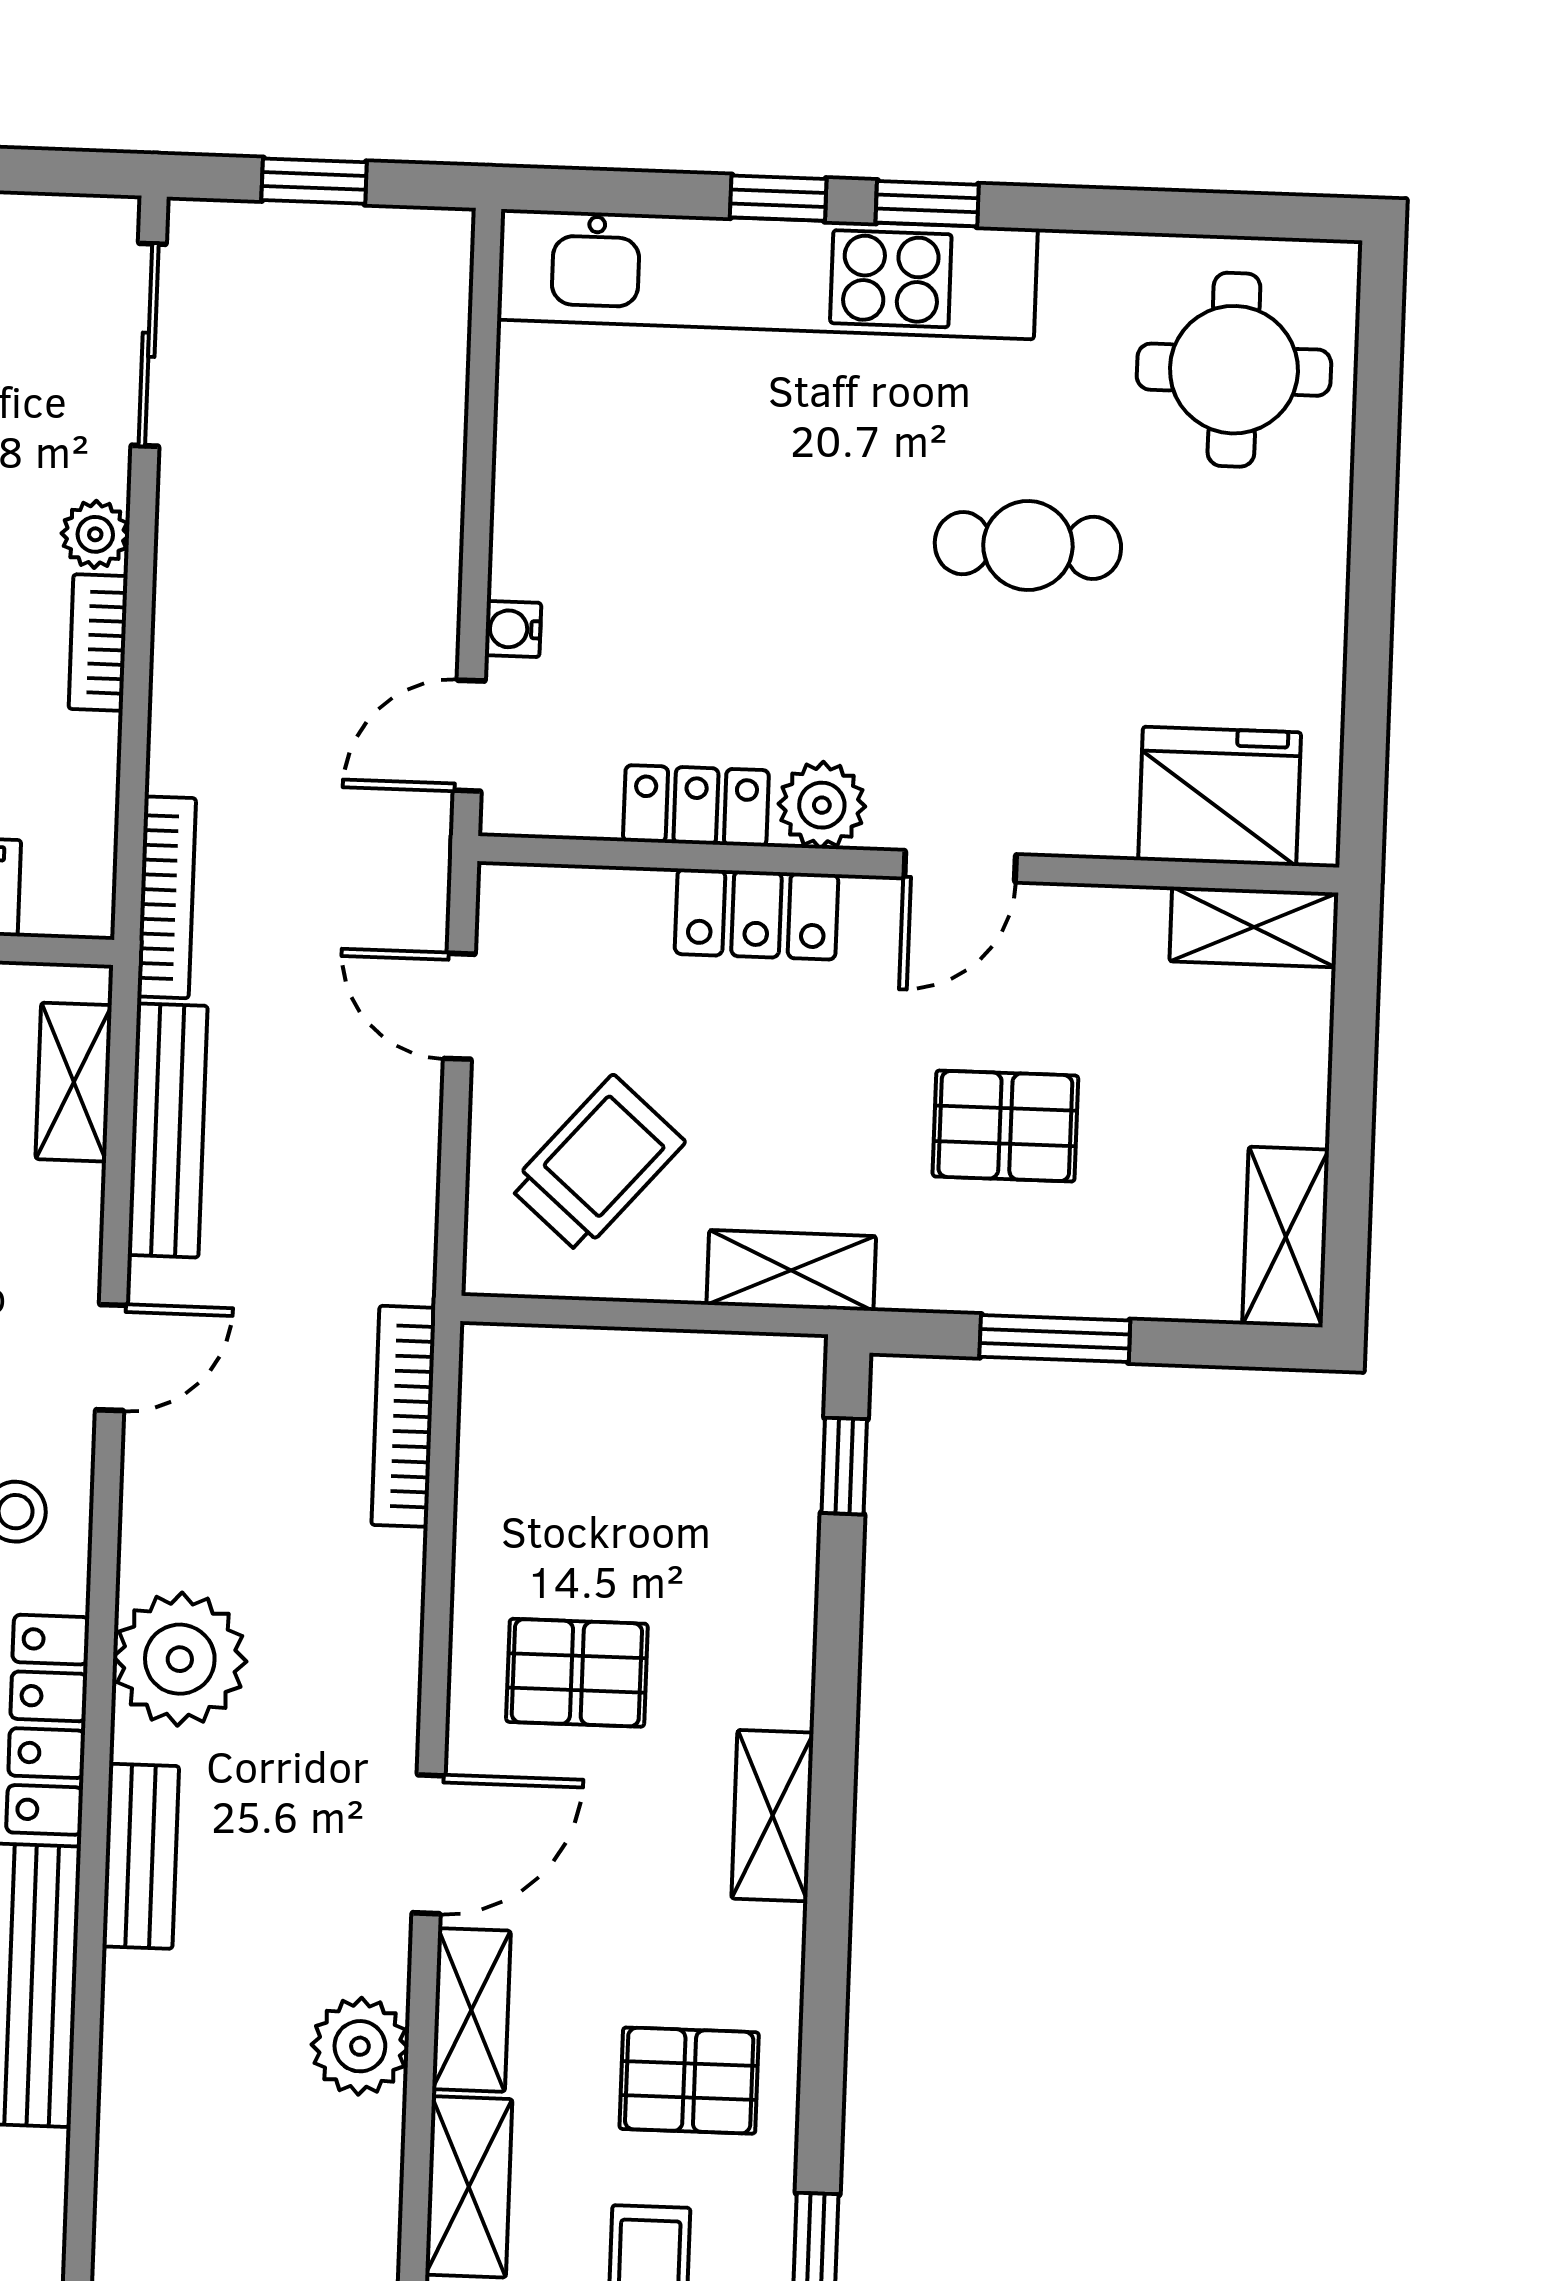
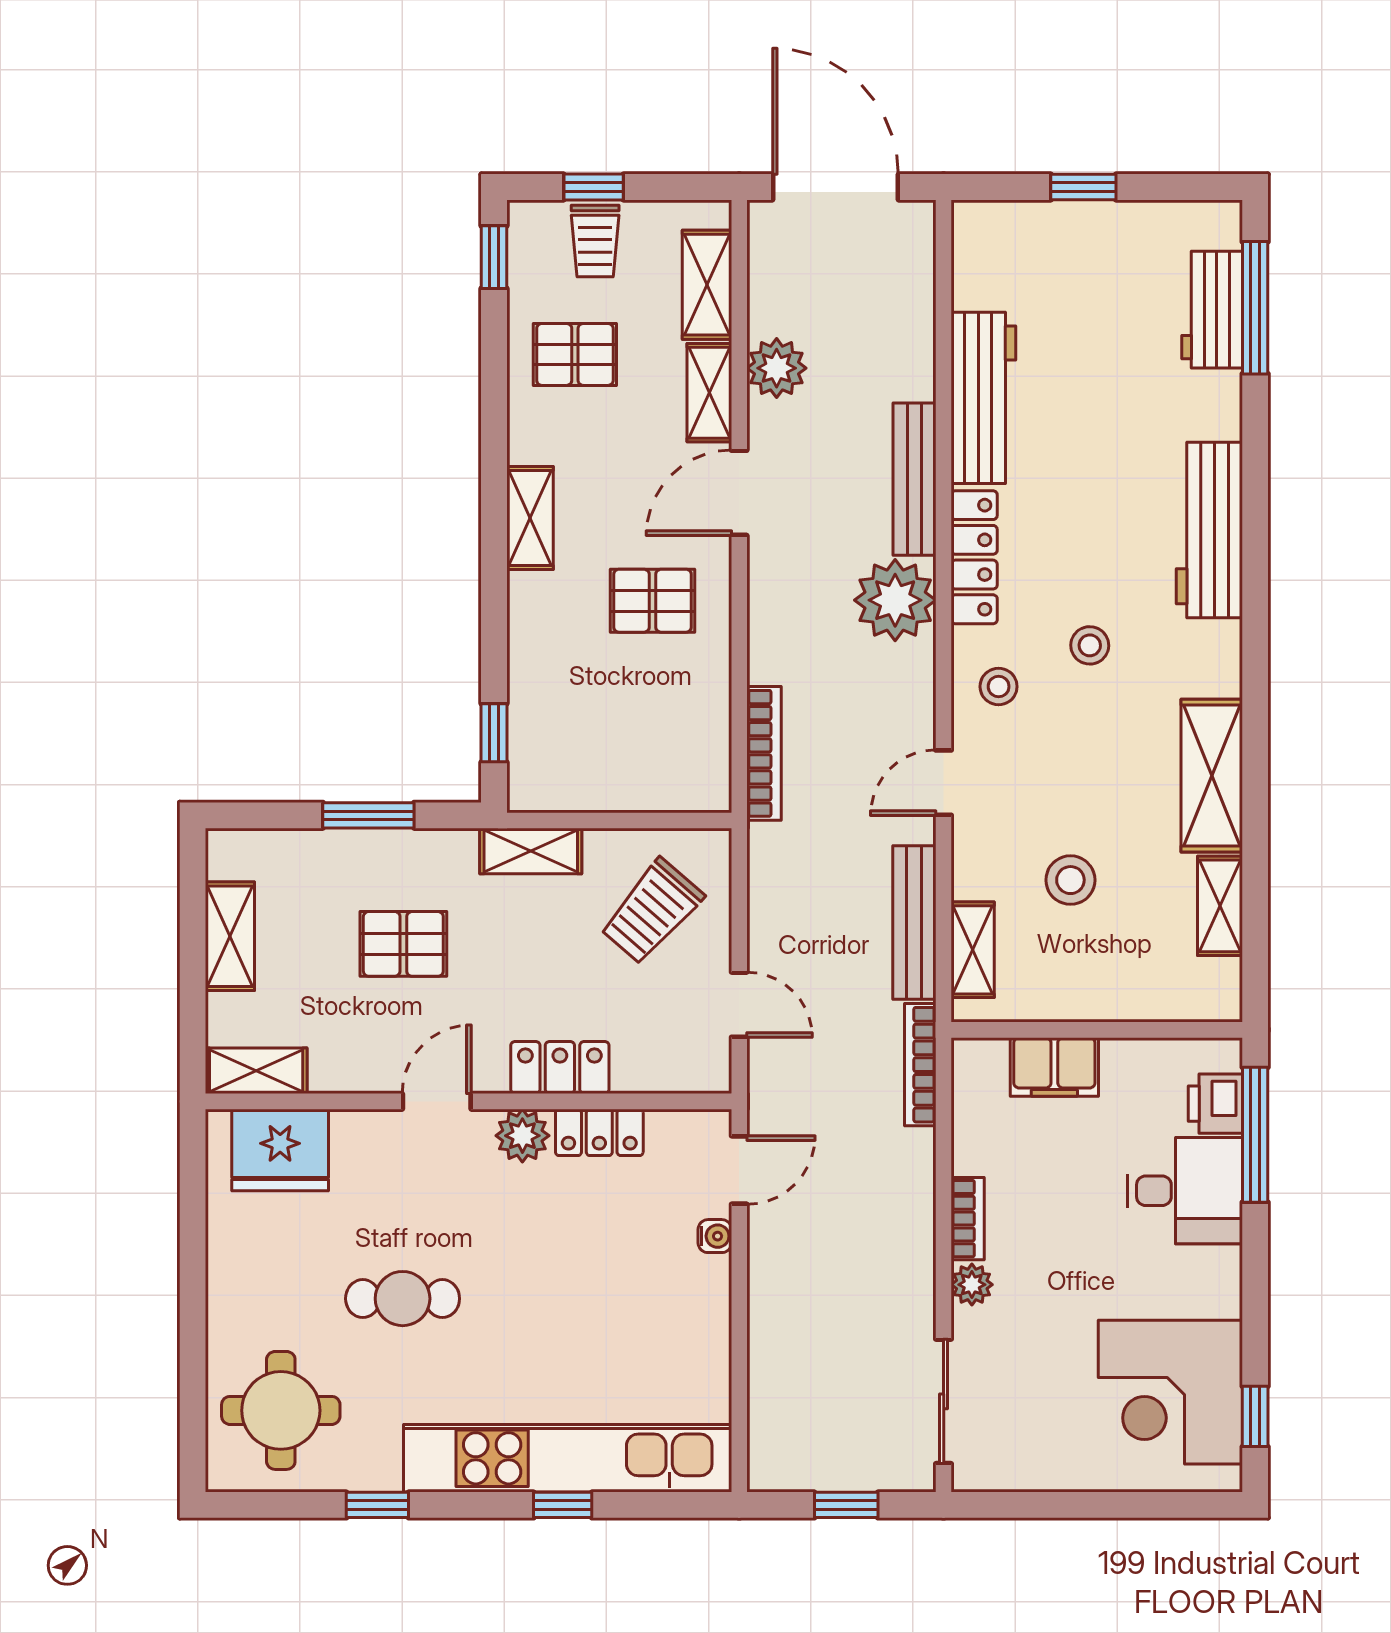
window: (927, 204) -> (377, 1505), moved
shelving: (1286, 1237) -> (230, 936), moved
bench: (141, 1856) -> (915, 479), width x1.36

